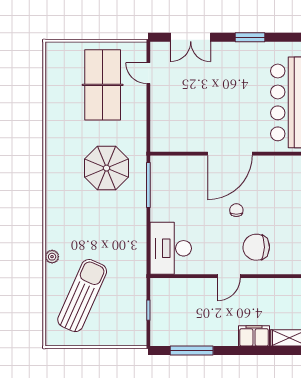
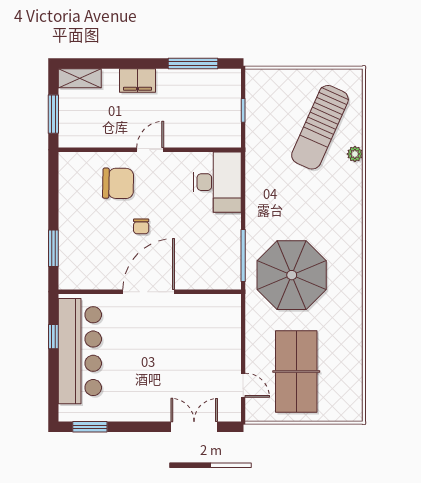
window: (250, 37) -> (90, 427), moved
parasol: (107, 168) -> (292, 275), width x1.36, depth x1.36
plant: (52, 257) -> (355, 154), moved
filing cabinet: (254, 336) -> (137, 80), moved

